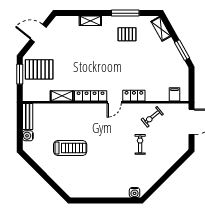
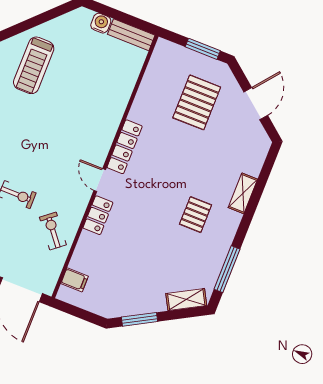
window: (125, 13) -> (227, 269), moved
pallet: (127, 34) -> (196, 215), moved
pallet: (39, 69) -> (197, 102), moved
shelving: (62, 96) -> (142, 102), removed
treadmill: (70, 148) -> (34, 65), moved

